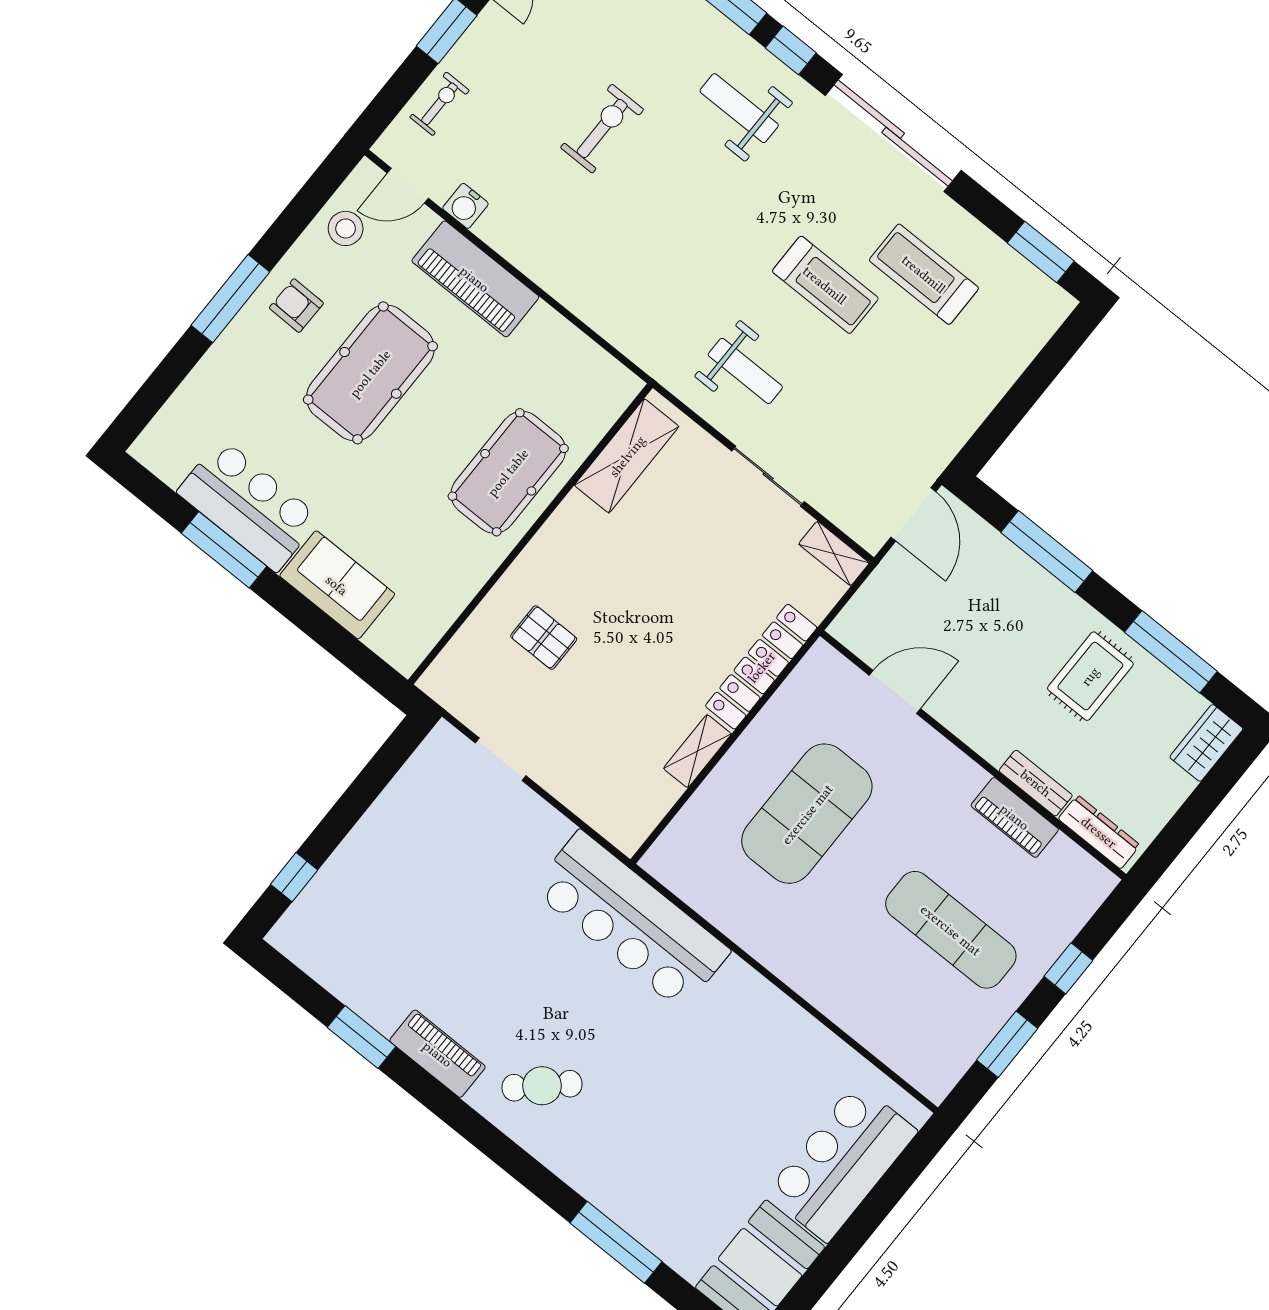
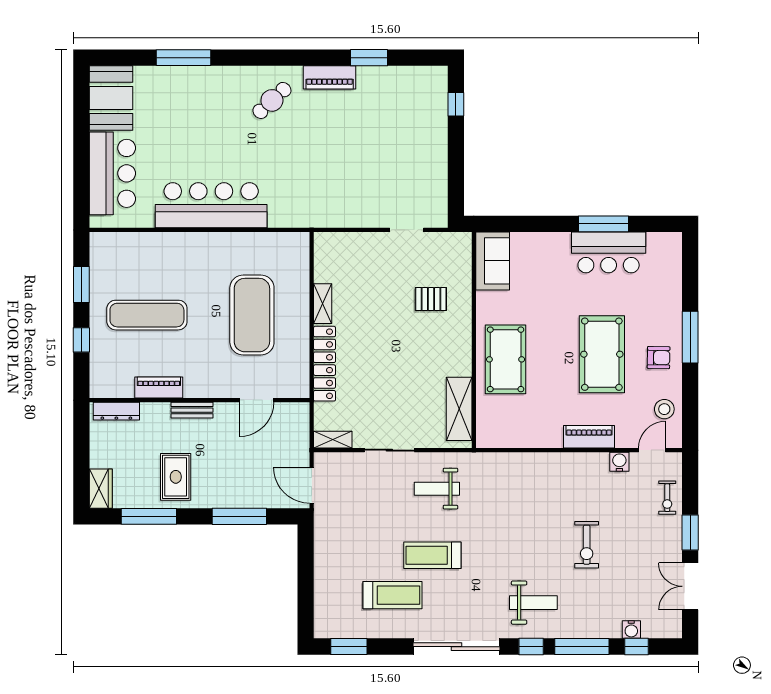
piano: (475, 279) -> (589, 437), width x0.73, depth x0.75
sofa: (337, 585) -> (493, 261), moved, turned -90
bench: (1036, 783) -> (192, 410), moved
bar counter: (631, 920) -> (211, 205), moved

